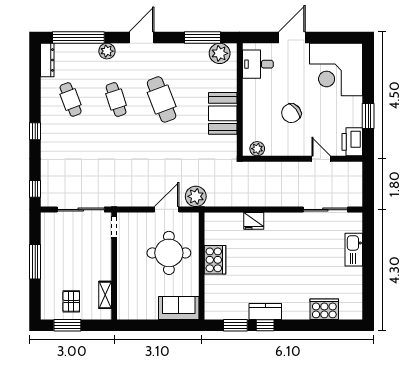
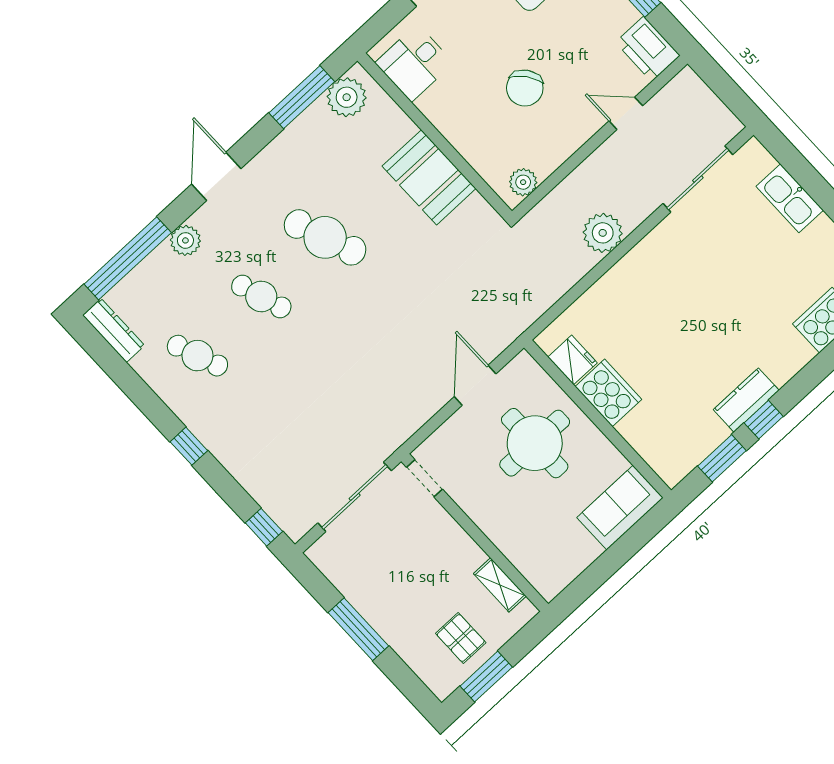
plant: (196, 196) -> (603, 233), moved
fridge: (254, 221) -> (572, 360), moved, turned -90

